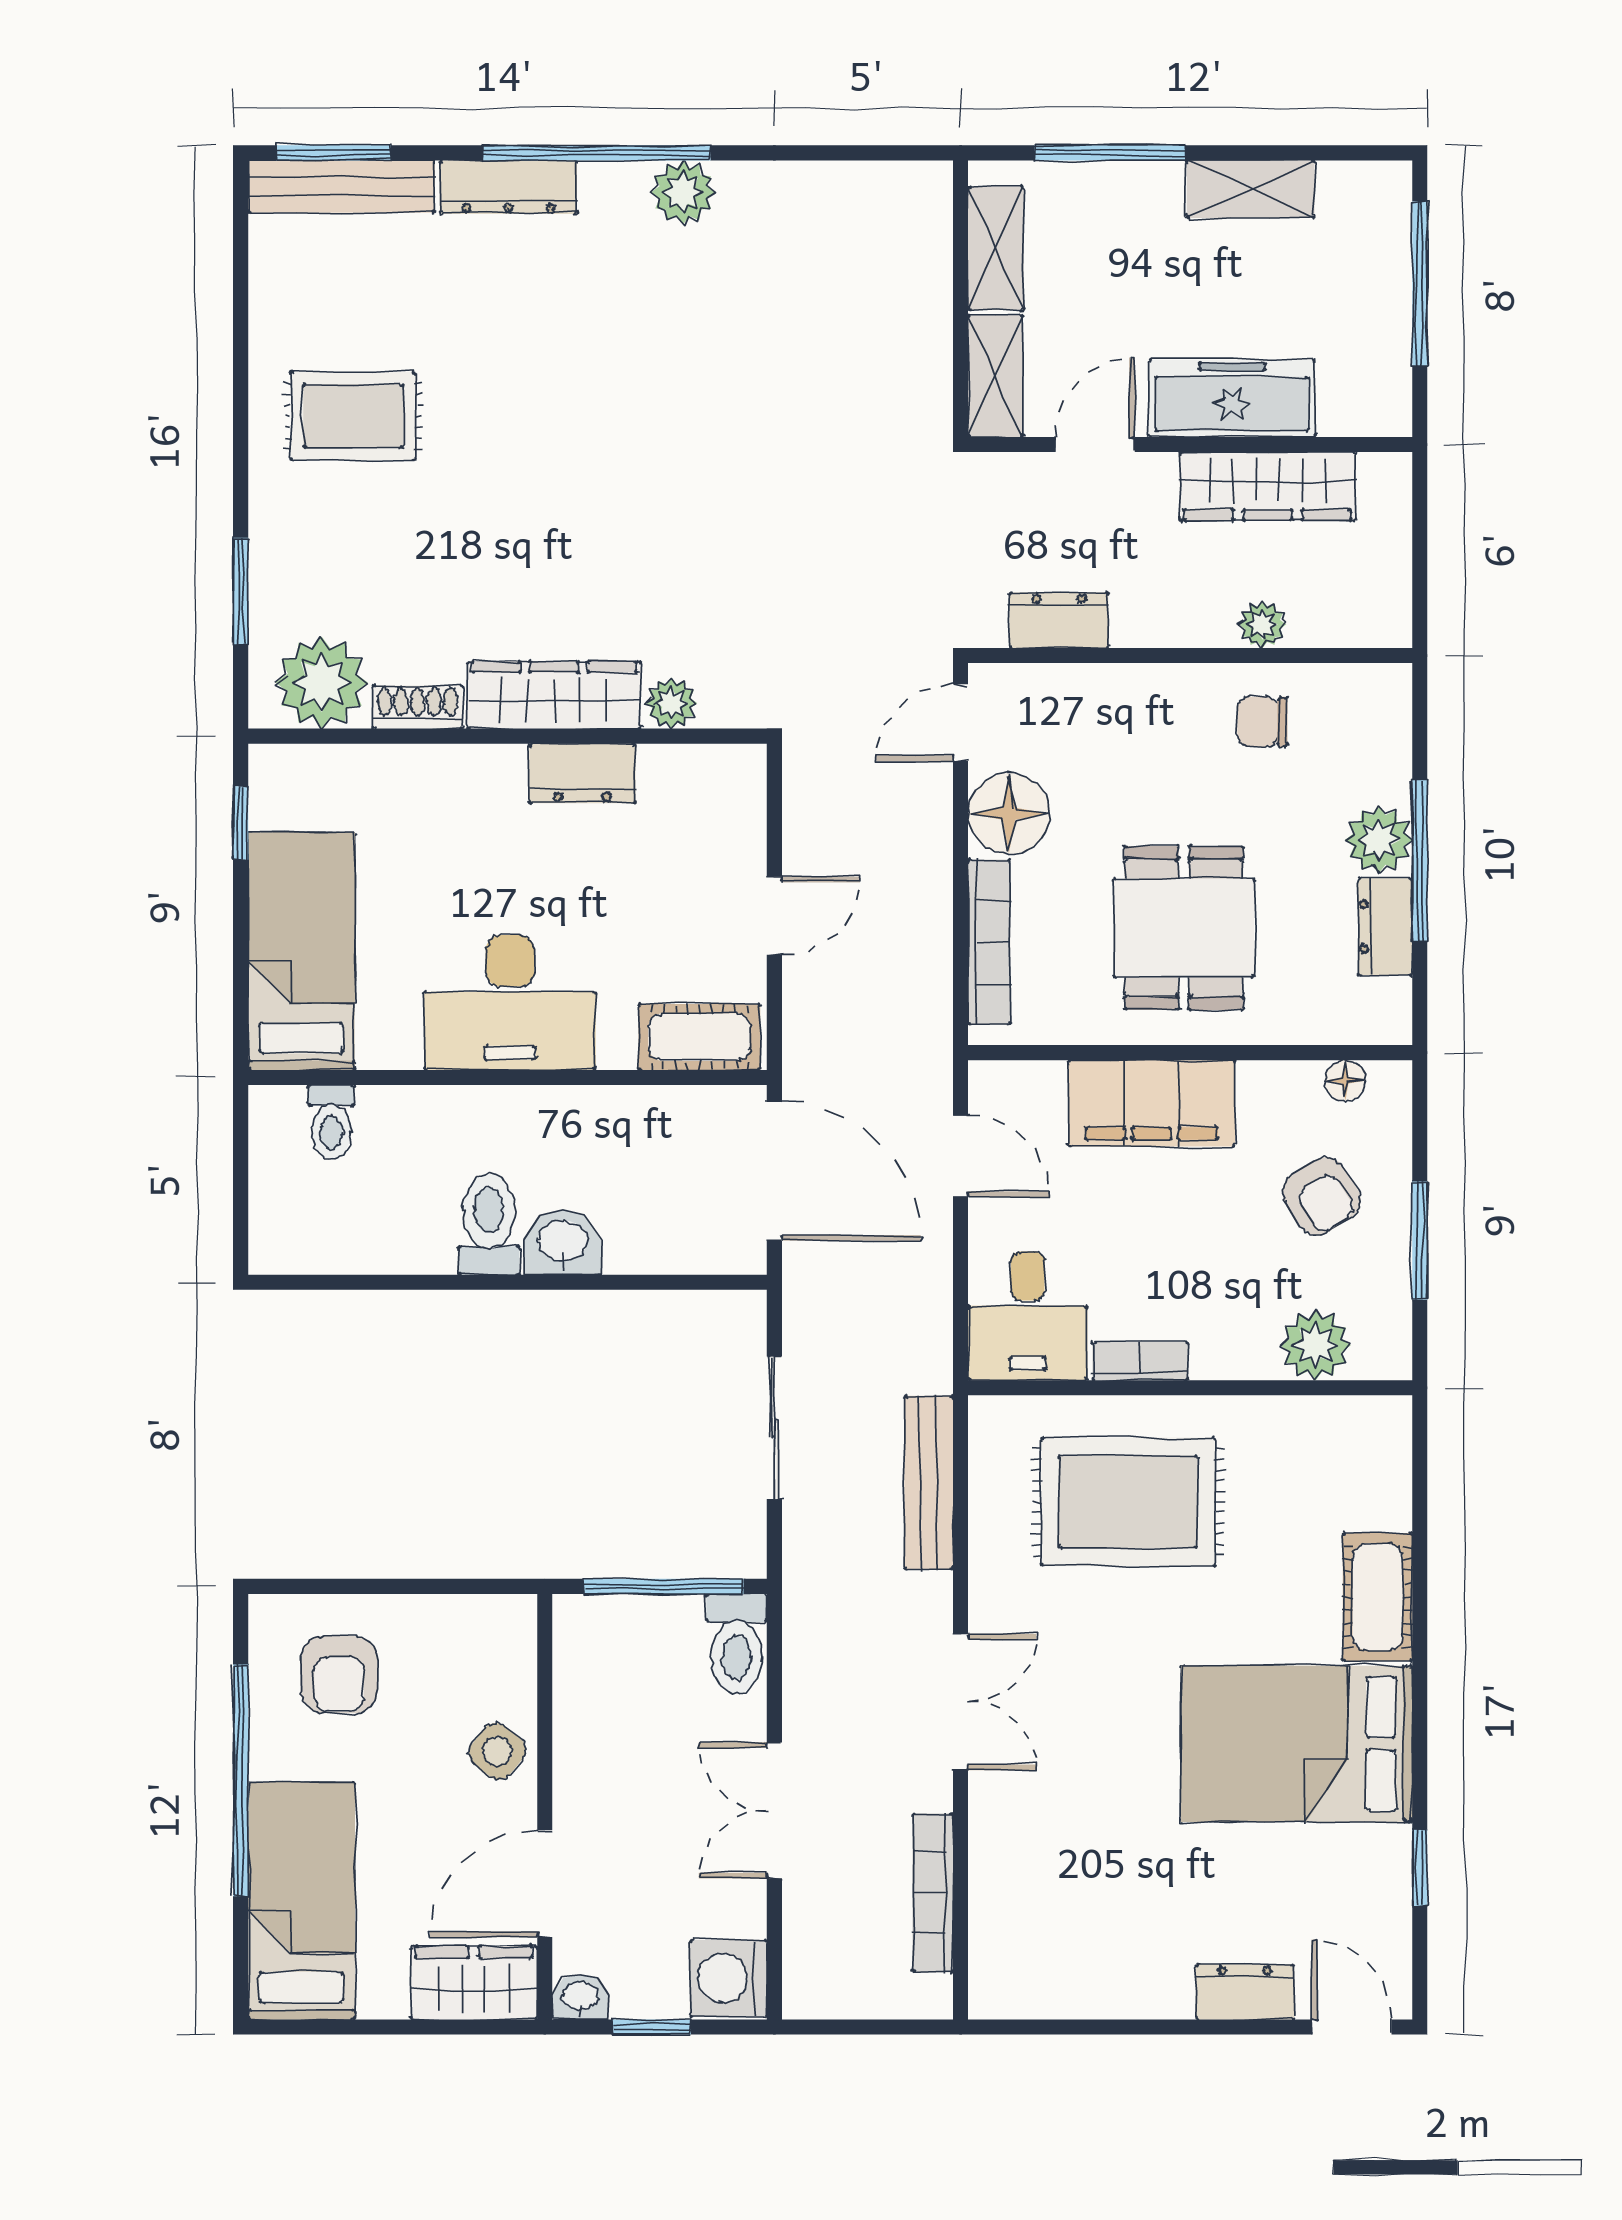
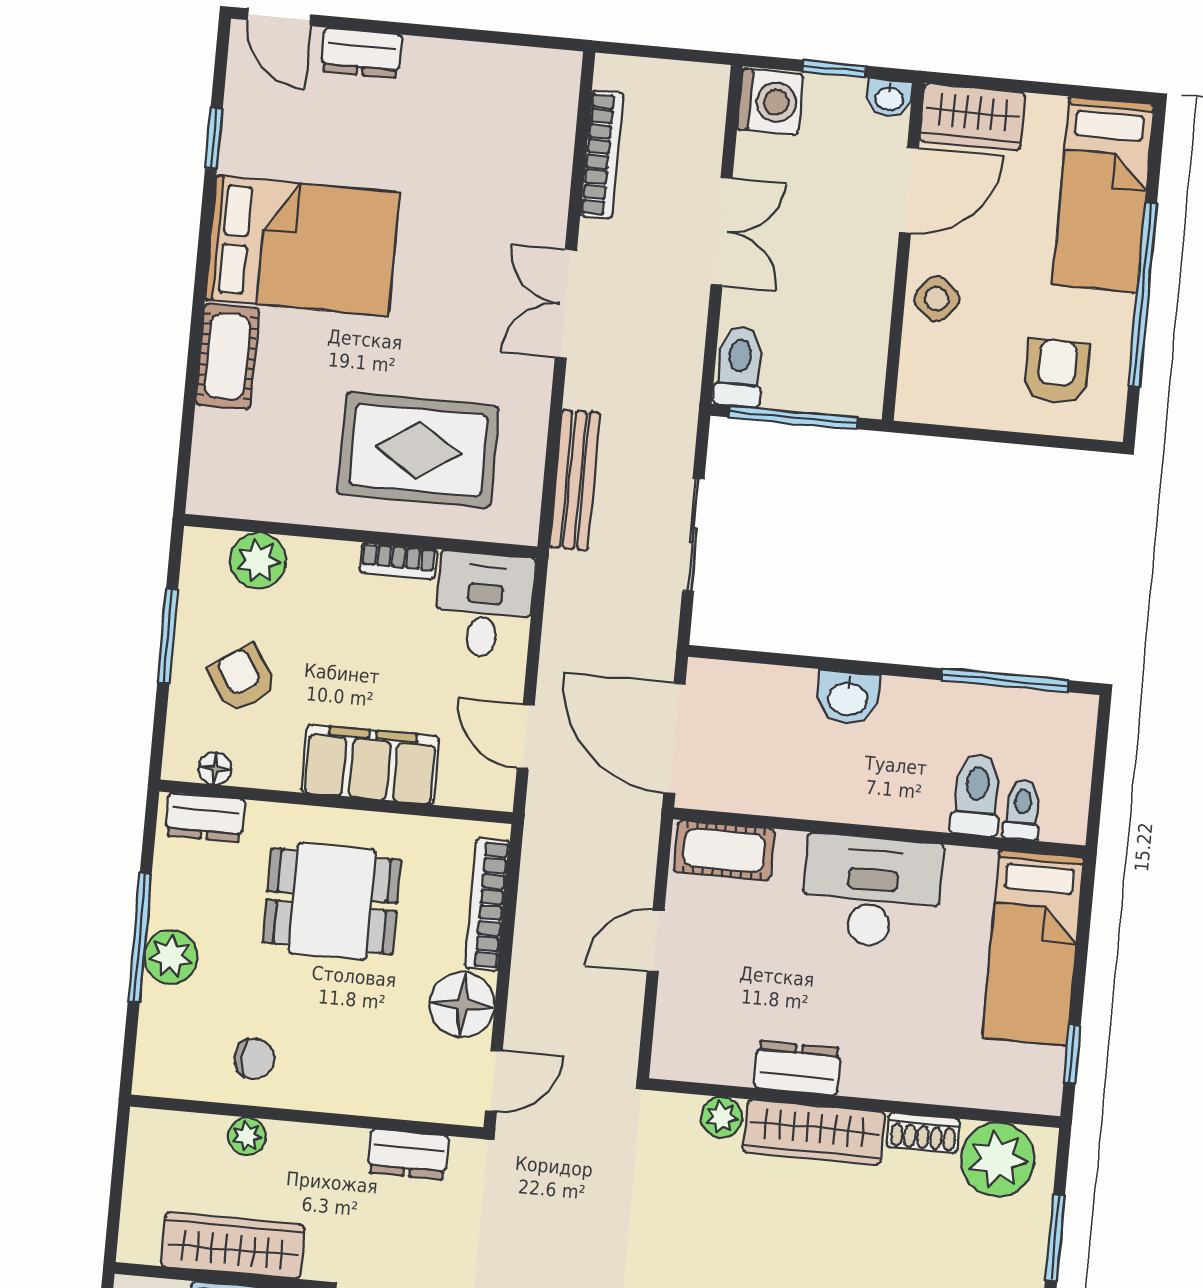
dresser: (1385, 927) -> (205, 817), moved, turned 90
dining table: (1184, 928) -> (332, 901), turned 90
toilet: (489, 1224) -> (977, 795), moved, turned 180
window: (368, 1282) -> (1005, 680), added

